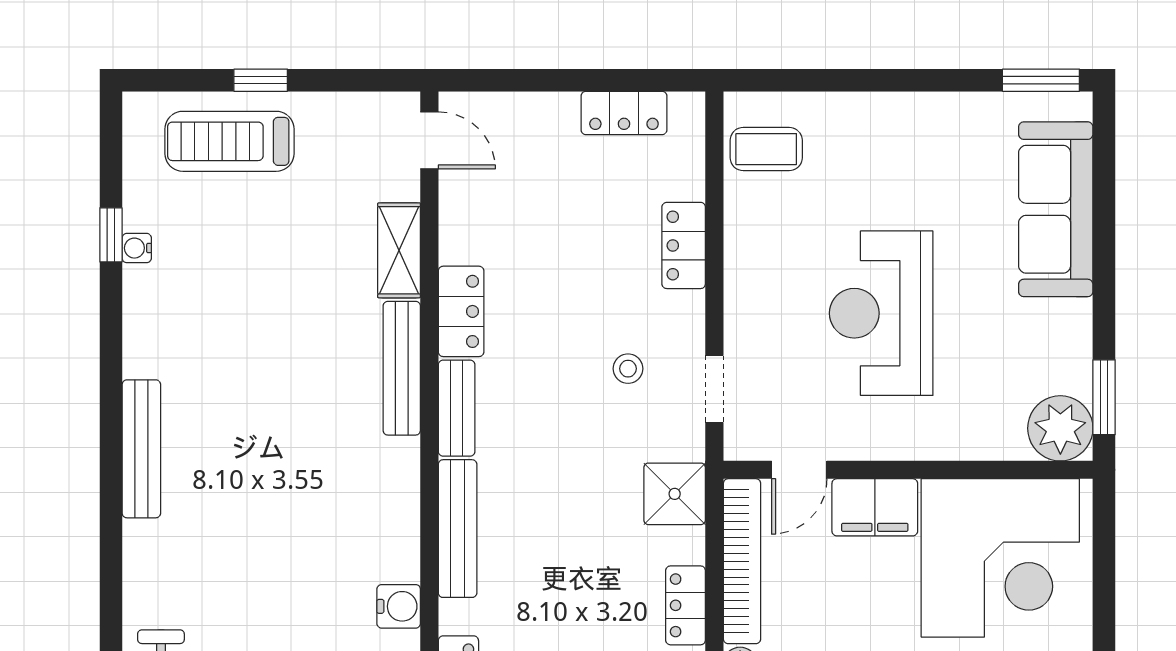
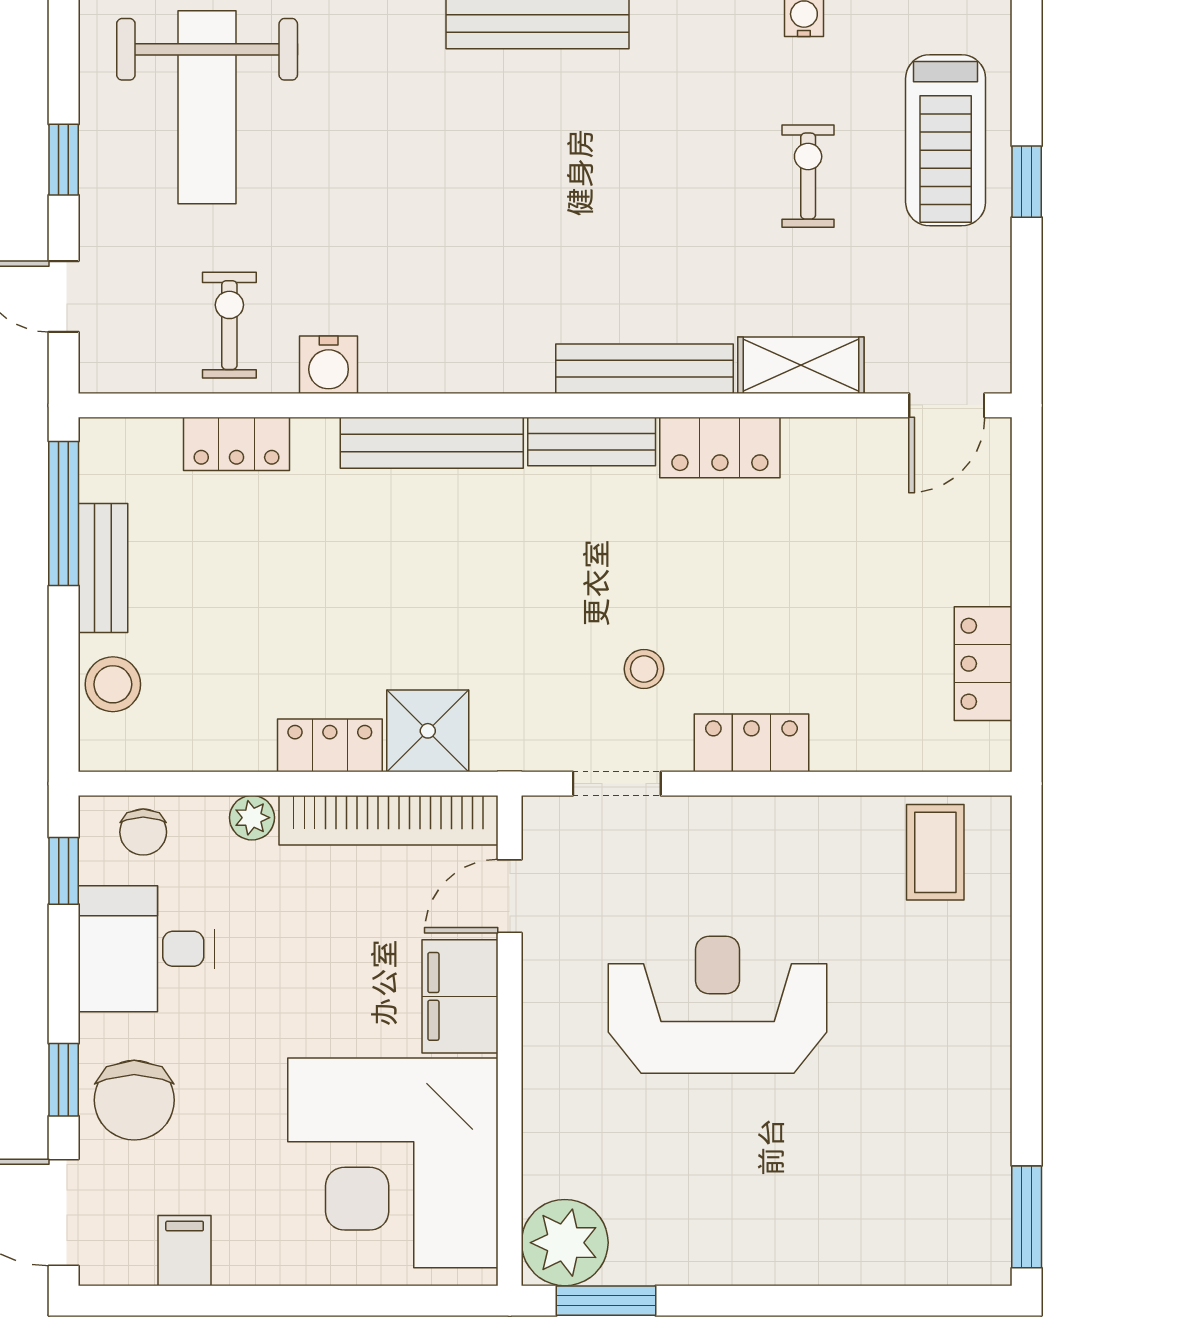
treadmill: (230, 141) -> (946, 140), turned 180
sofa: (1056, 209) -> (855, 1237), removed
exercise bike: (256, 245) -> (808, 176), added
locker: (684, 245) -> (751, 743), moved
door: (799, 470) -> (510, 896), hinge flipped
shower: (675, 494) -> (428, 731), moved

